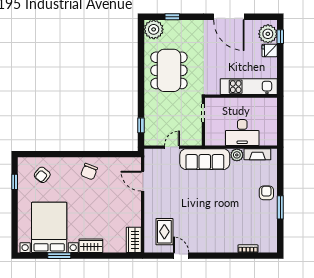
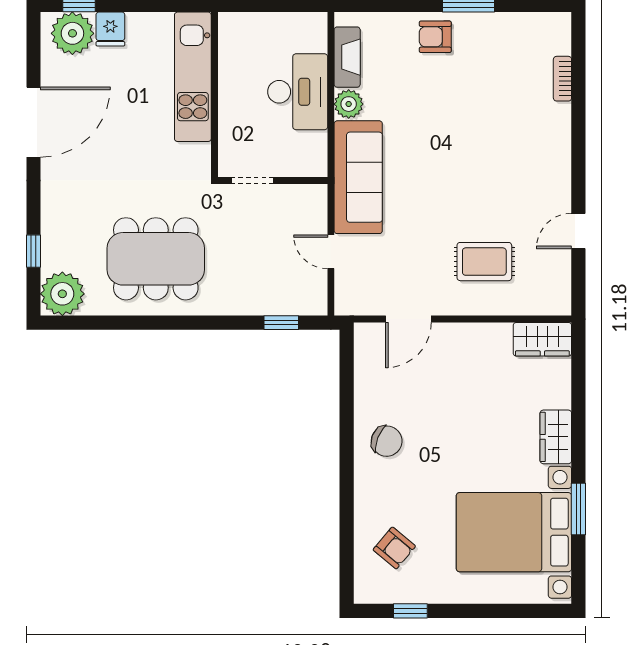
rug: (164, 232) -> (484, 262), moved

